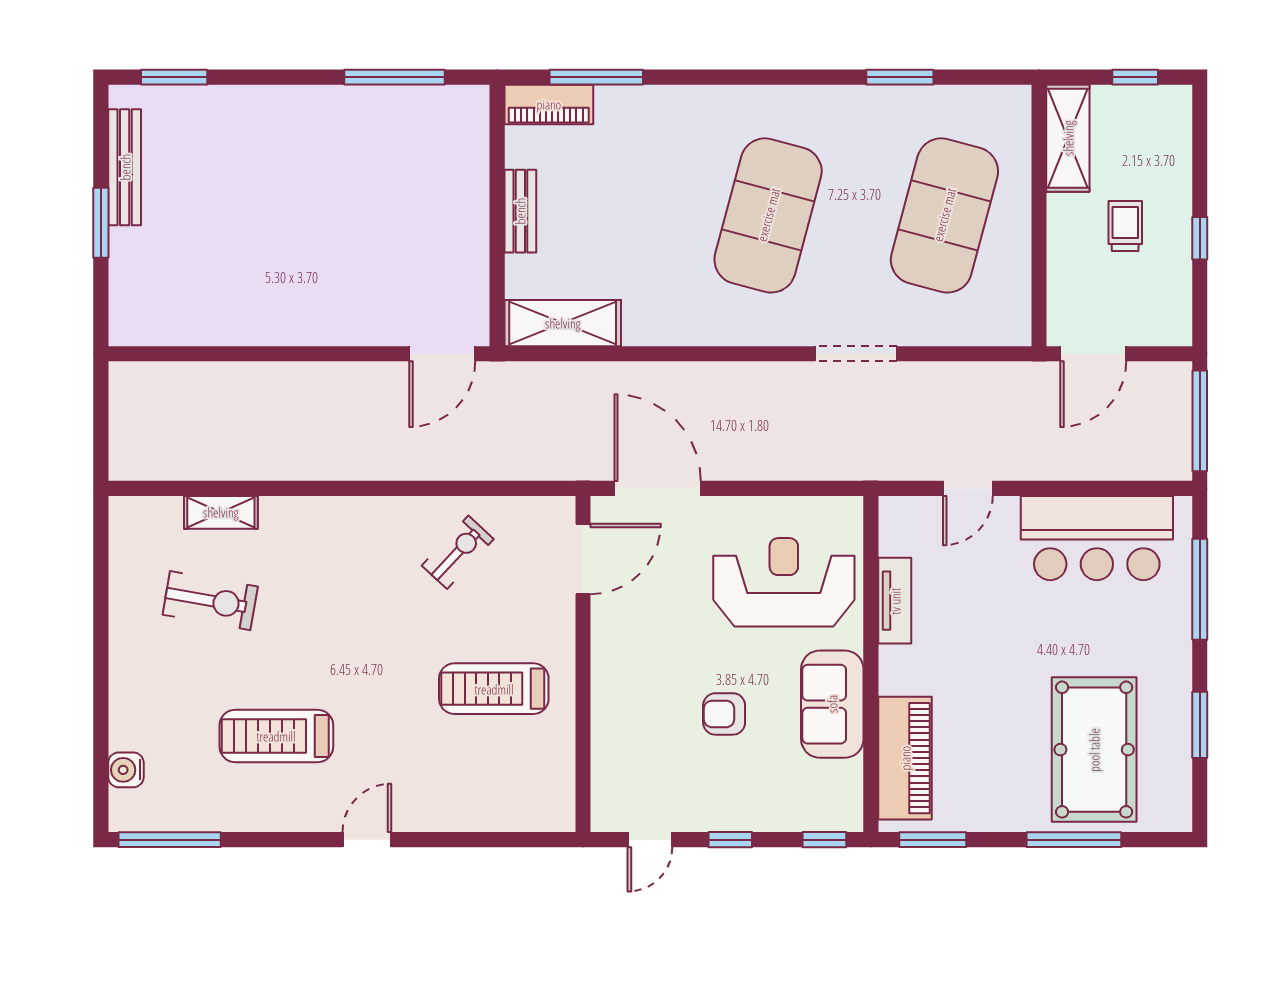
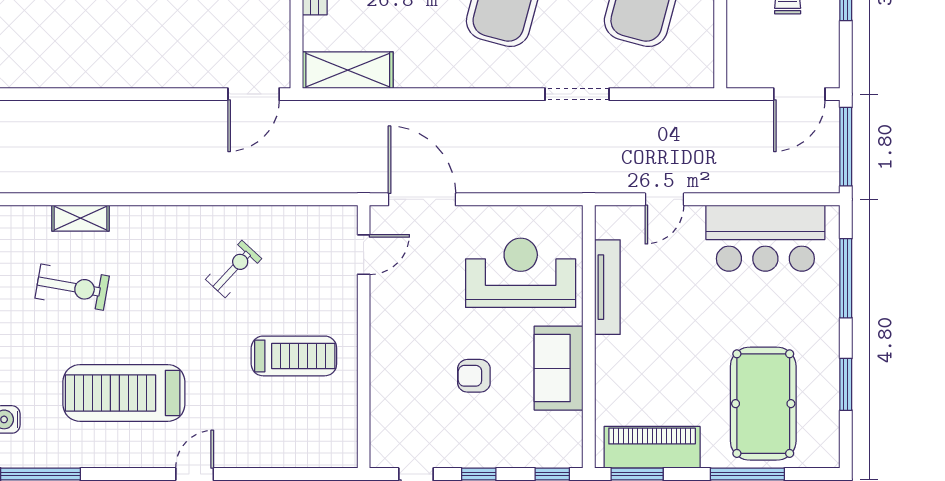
door: (1093, 354) -> (799, 94), moved
exercise bike: (458, 552) -> (234, 269), moved
door: (583, 559) -> (364, 255), width x0.73
tv unit: (895, 601) -> (607, 287), width x1.41
treadmill: (494, 689) -> (294, 356), turned 180
treadmill: (276, 736) -> (124, 393), width x1.37, depth x1.38
piano: (905, 758) -> (652, 447), moved, turned -90

